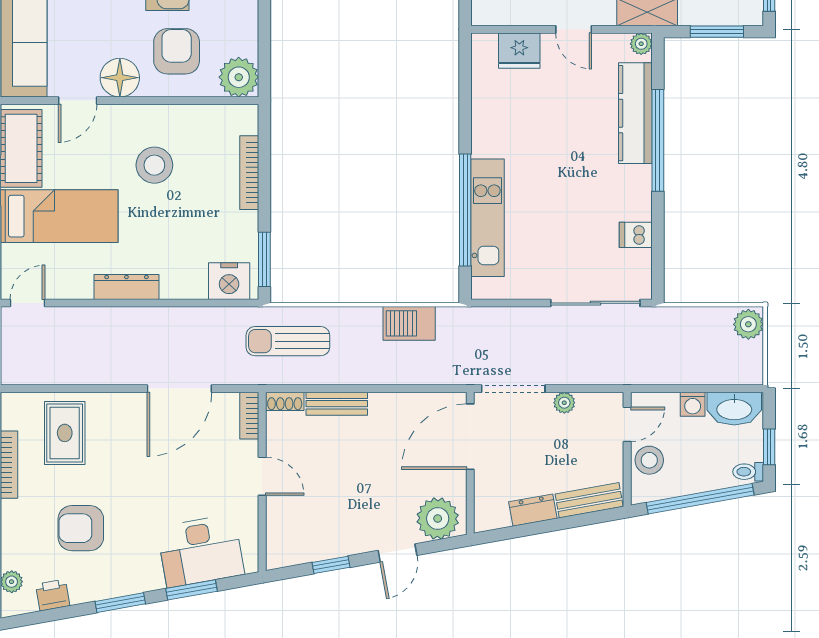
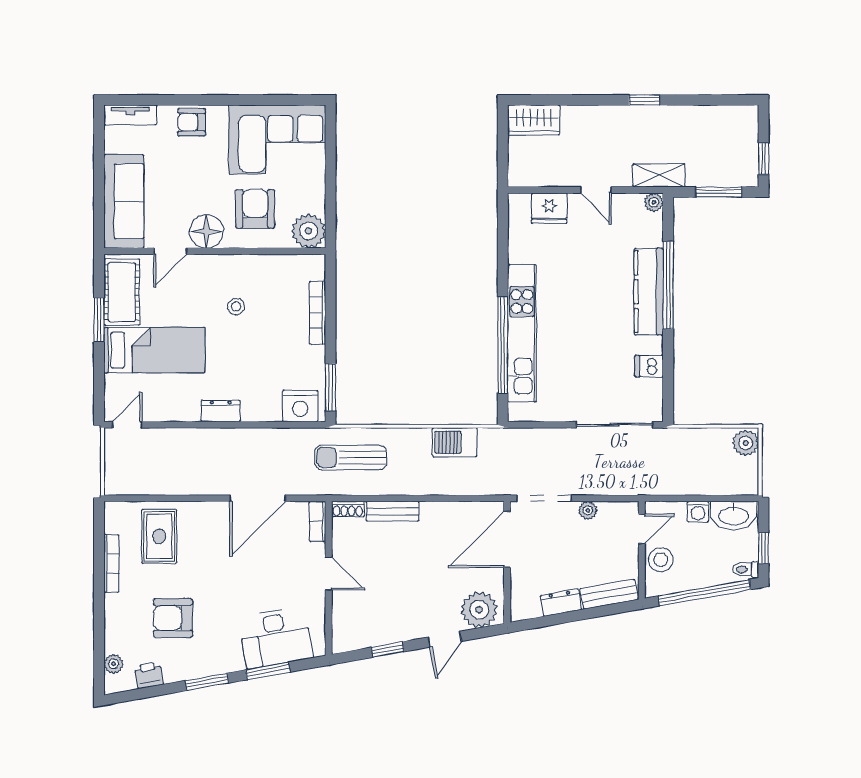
kitchen counter: (635, 113) -> (649, 292), moved
stool: (154, 165) -> (236, 306), width x0.53, depth x0.53
kitchen unit: (487, 218) -> (522, 333), width x1.36
dresser: (126, 287) -> (221, 411), width x0.70

